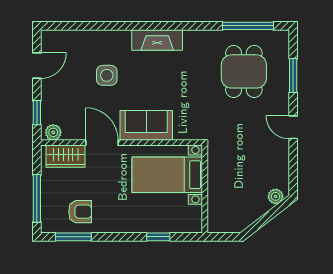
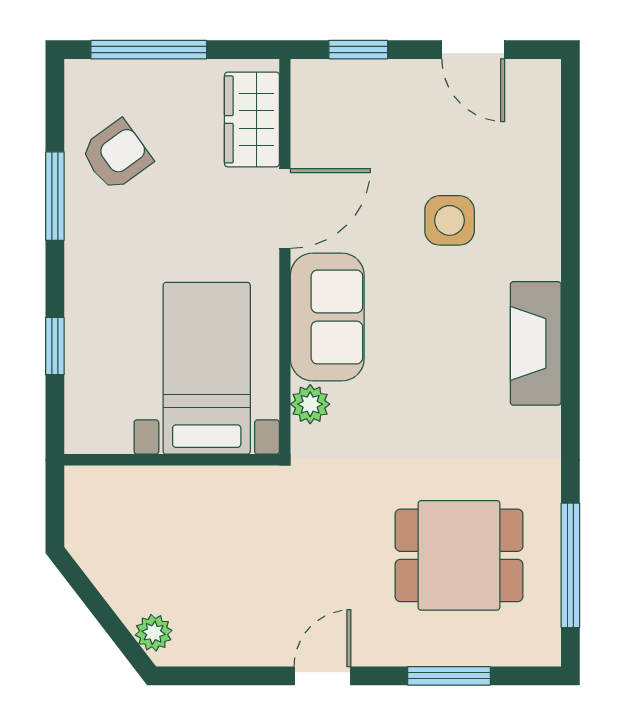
plant: (53, 132) -> (310, 404), moved
armchair: (80, 212) -> (116, 155), turned -126
window: (73, 237) -> (55, 196), moved

